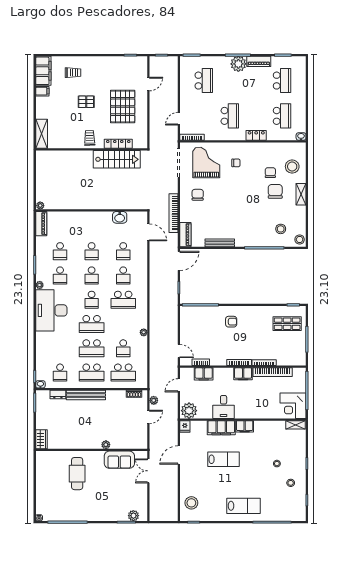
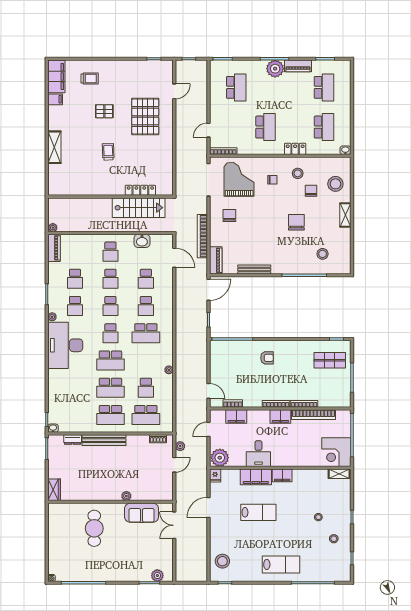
locker: (118, 144) -> (140, 190), moved
wall: (92, 149) -> (110, 197), moved
stairs: (117, 159) -> (139, 208), moved
chair: (275, 191) -> (296, 222), moved
stool: (300, 239) -> (298, 173), moved
school desk: (60, 373) -> (110, 252), moved

